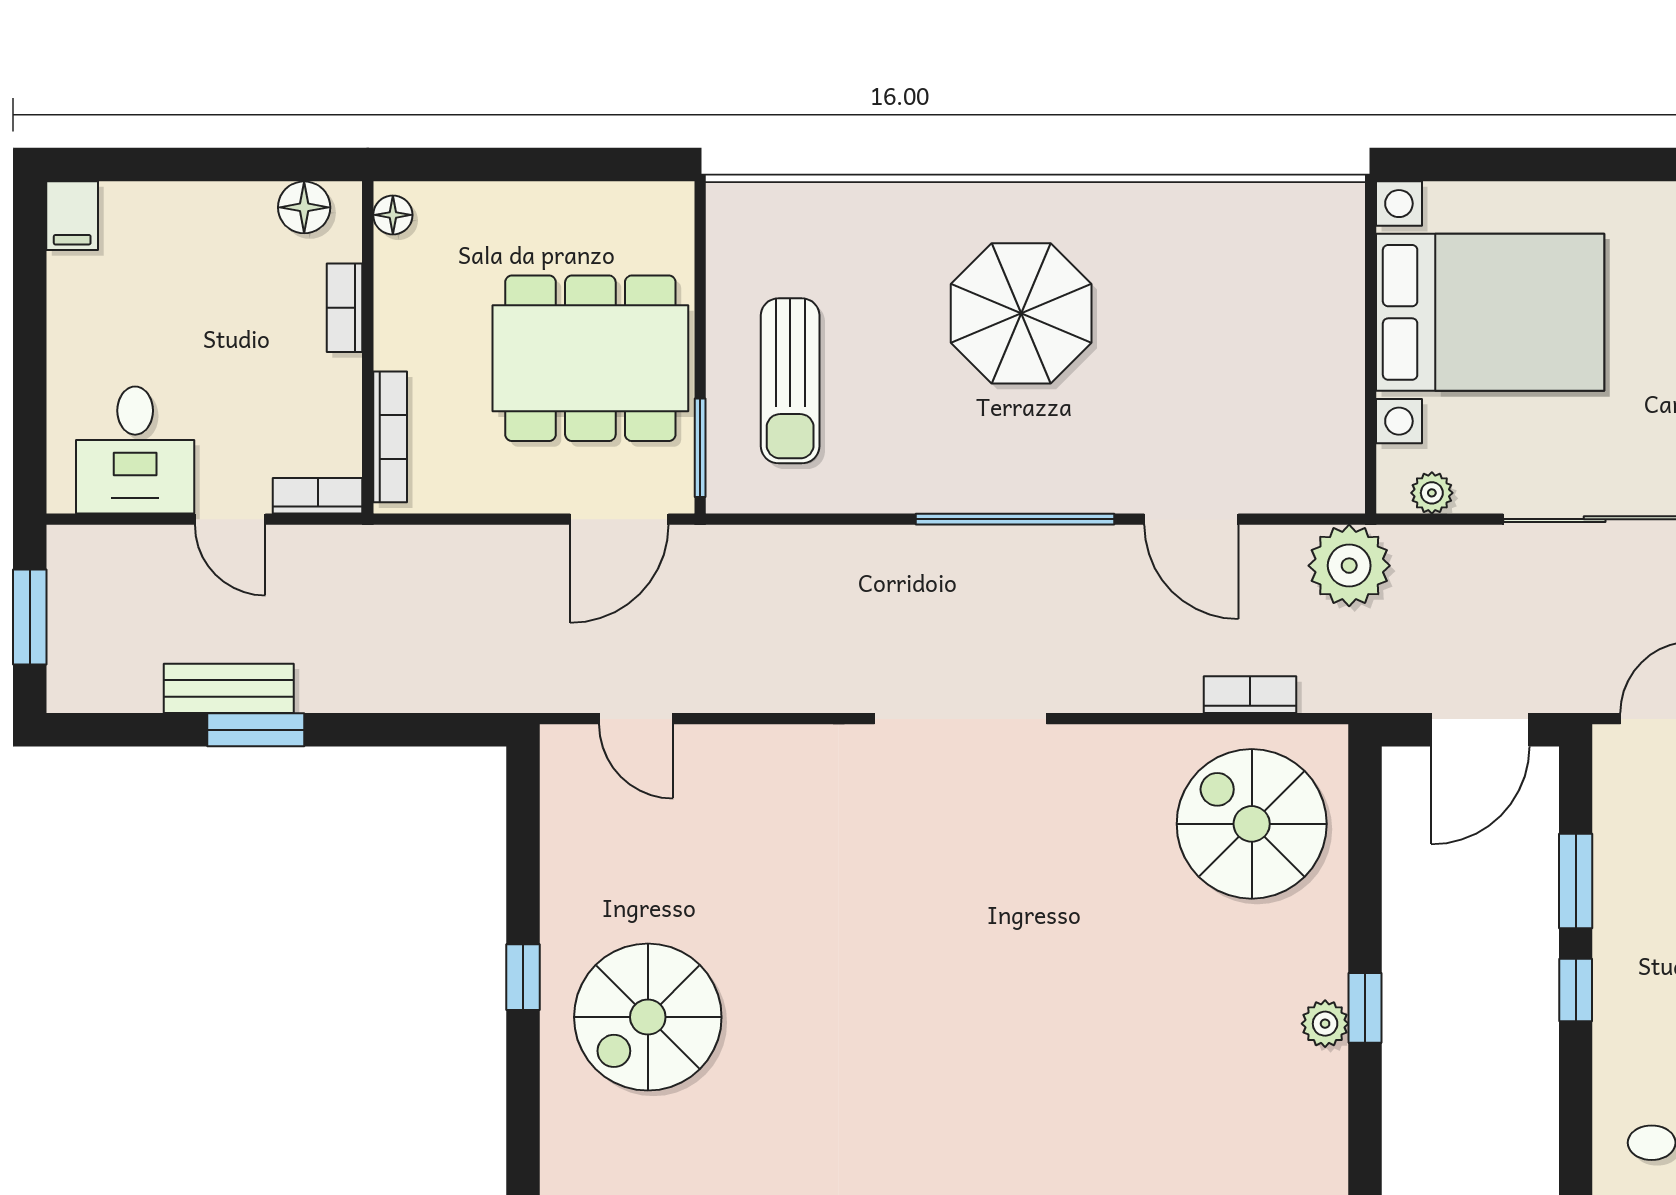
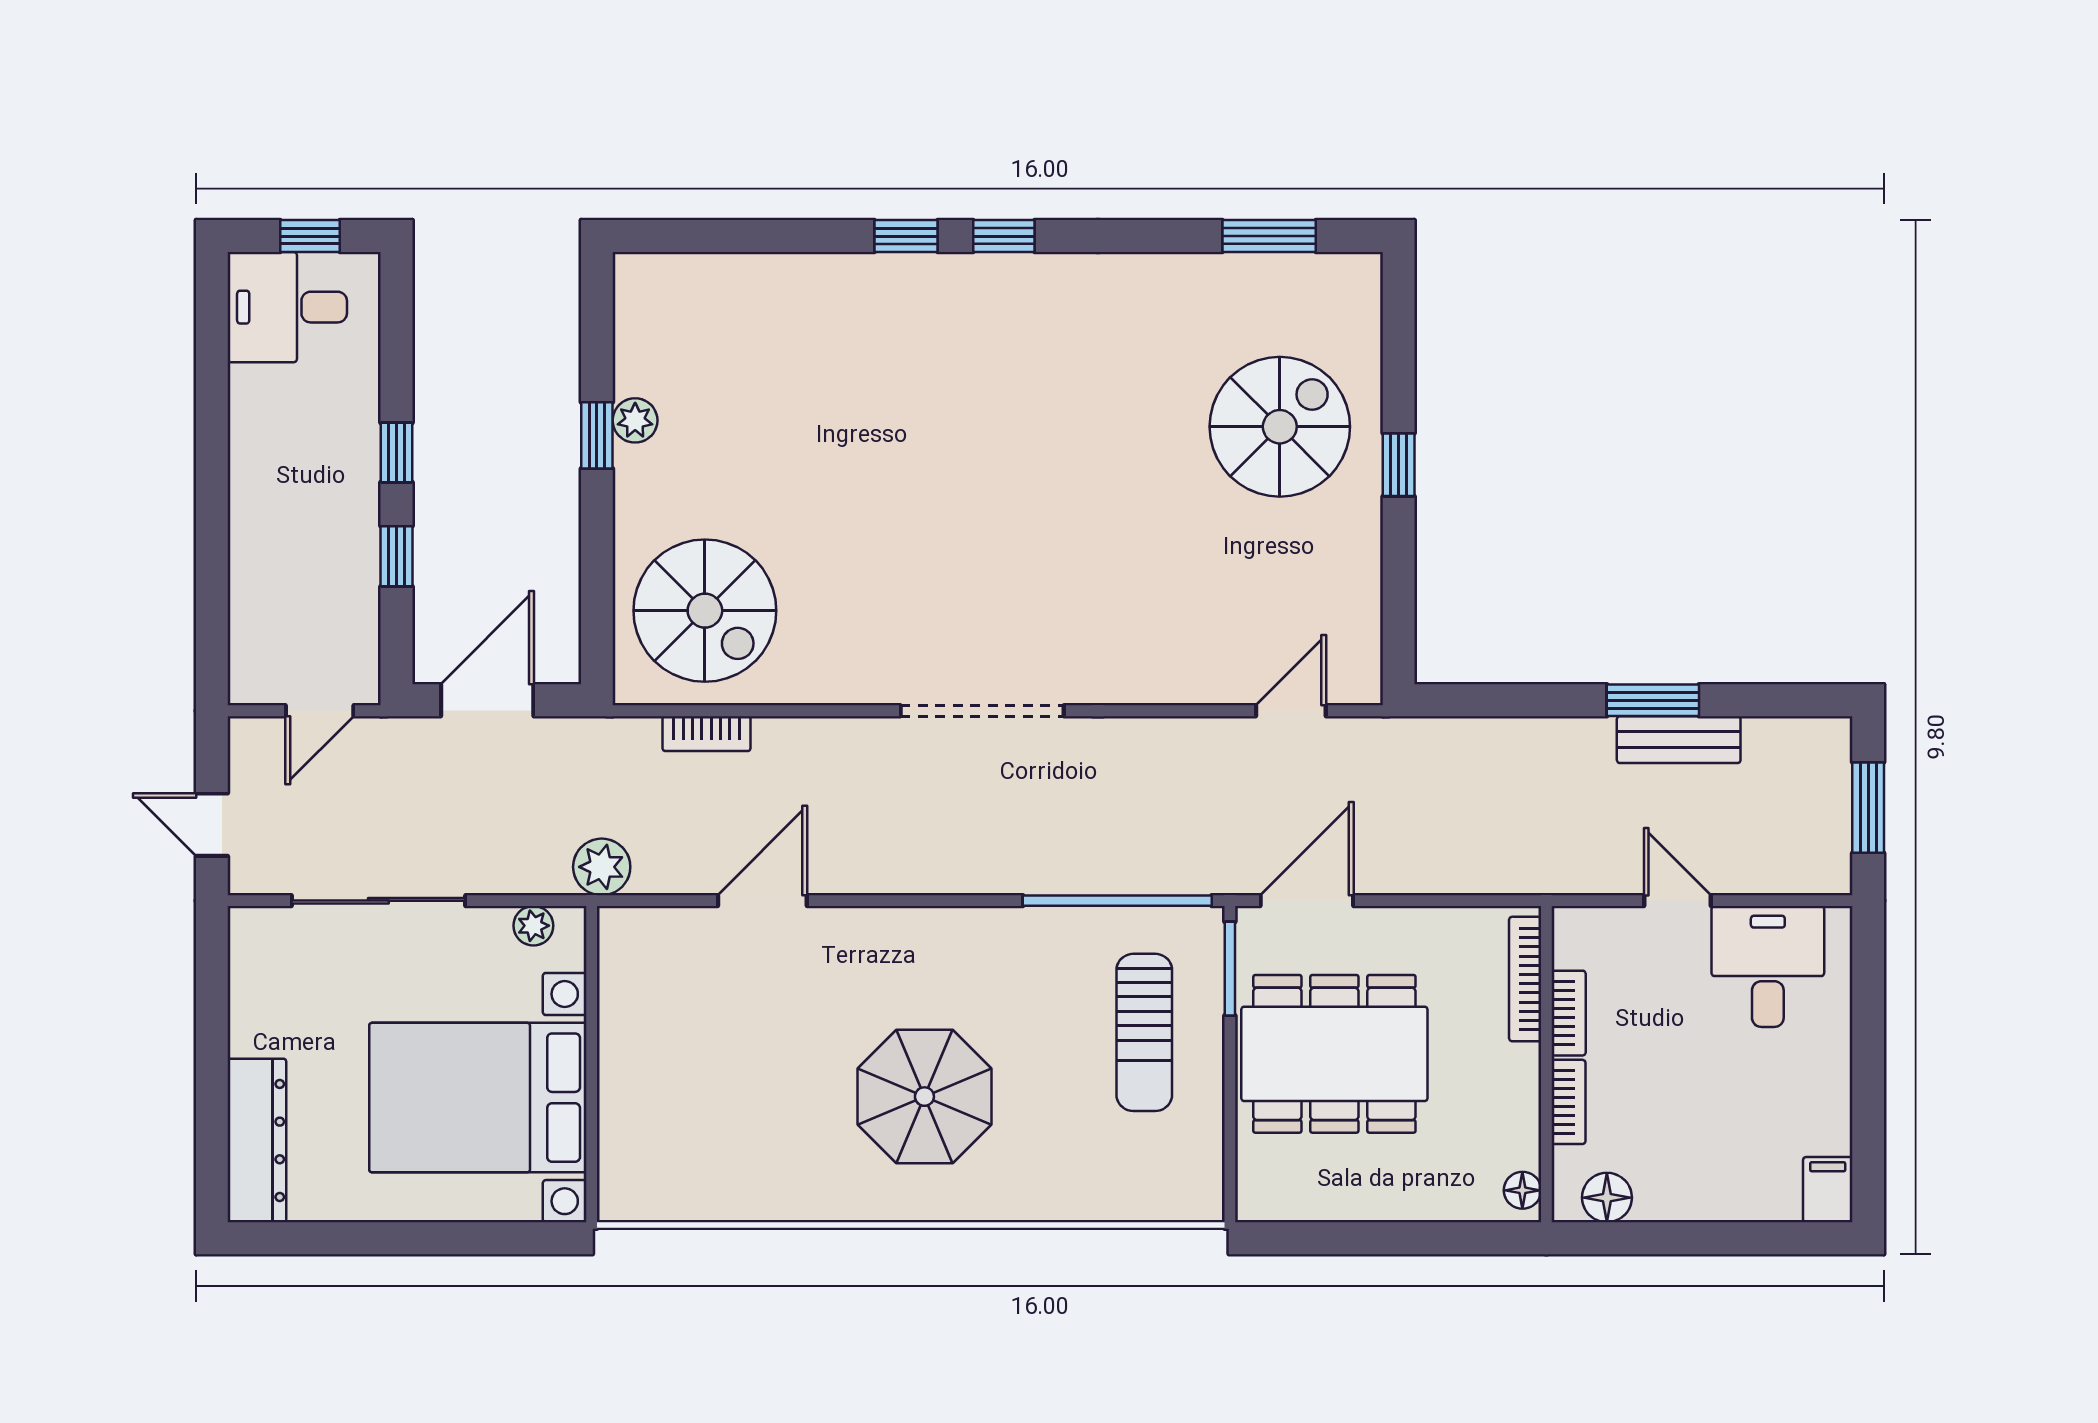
sun lounger: (790, 381) -> (1144, 1032), turned 180
bookcase: (318, 496) -> (1569, 1013), moved, turned -90
window: (1015, 519) -> (1117, 901), moved
door: (1191, 519) -> (762, 901), hinge flipped
plant: (1349, 566) -> (602, 867), width x0.73, depth x0.73
door: (636, 719) -> (1291, 711), hinge flipped
window: (1576, 881) -> (396, 556), width x0.67

